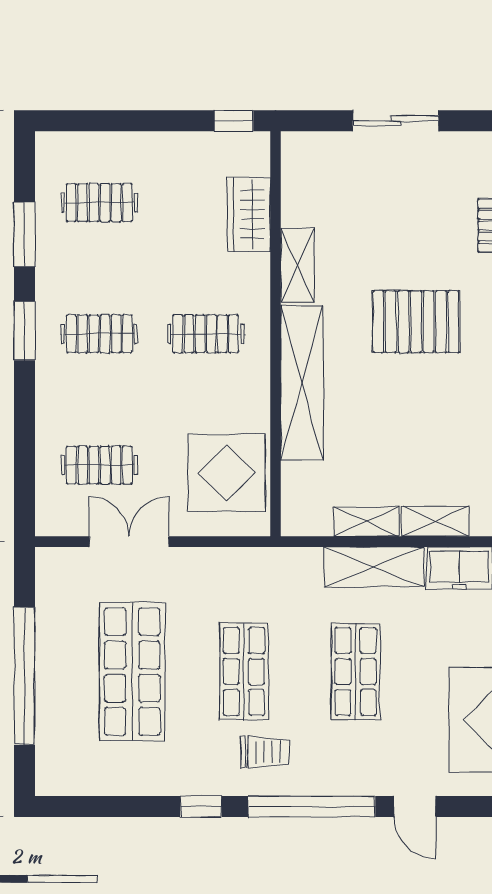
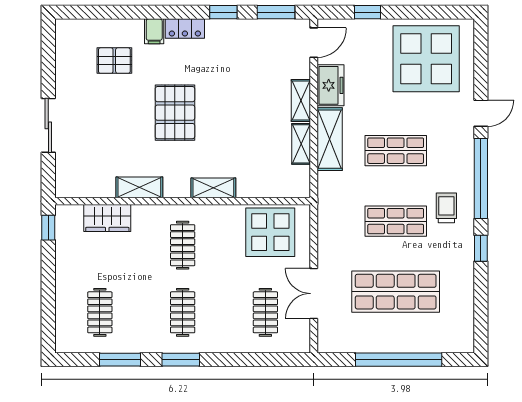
shelving: (302, 383) -> (213, 188), width x0.45, depth x0.75

